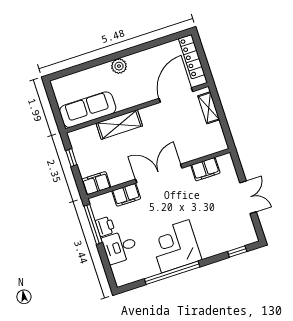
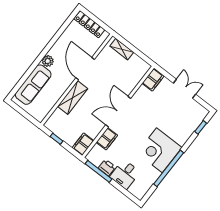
door: (176, 95) -> (85, 69), moved
sofa: (88, 110) -> (33, 85), moved, turned 180
filing cabinet: (205, 169) -> (153, 80), moved

